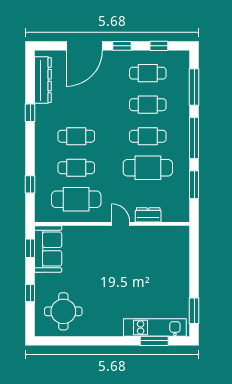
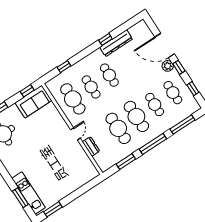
plant: (111, 58) -> (168, 66), added
dresser: (43, 80) -> (116, 43), moved
cafe table: (148, 136) -> (136, 116), width x1.37, depth x1.35

